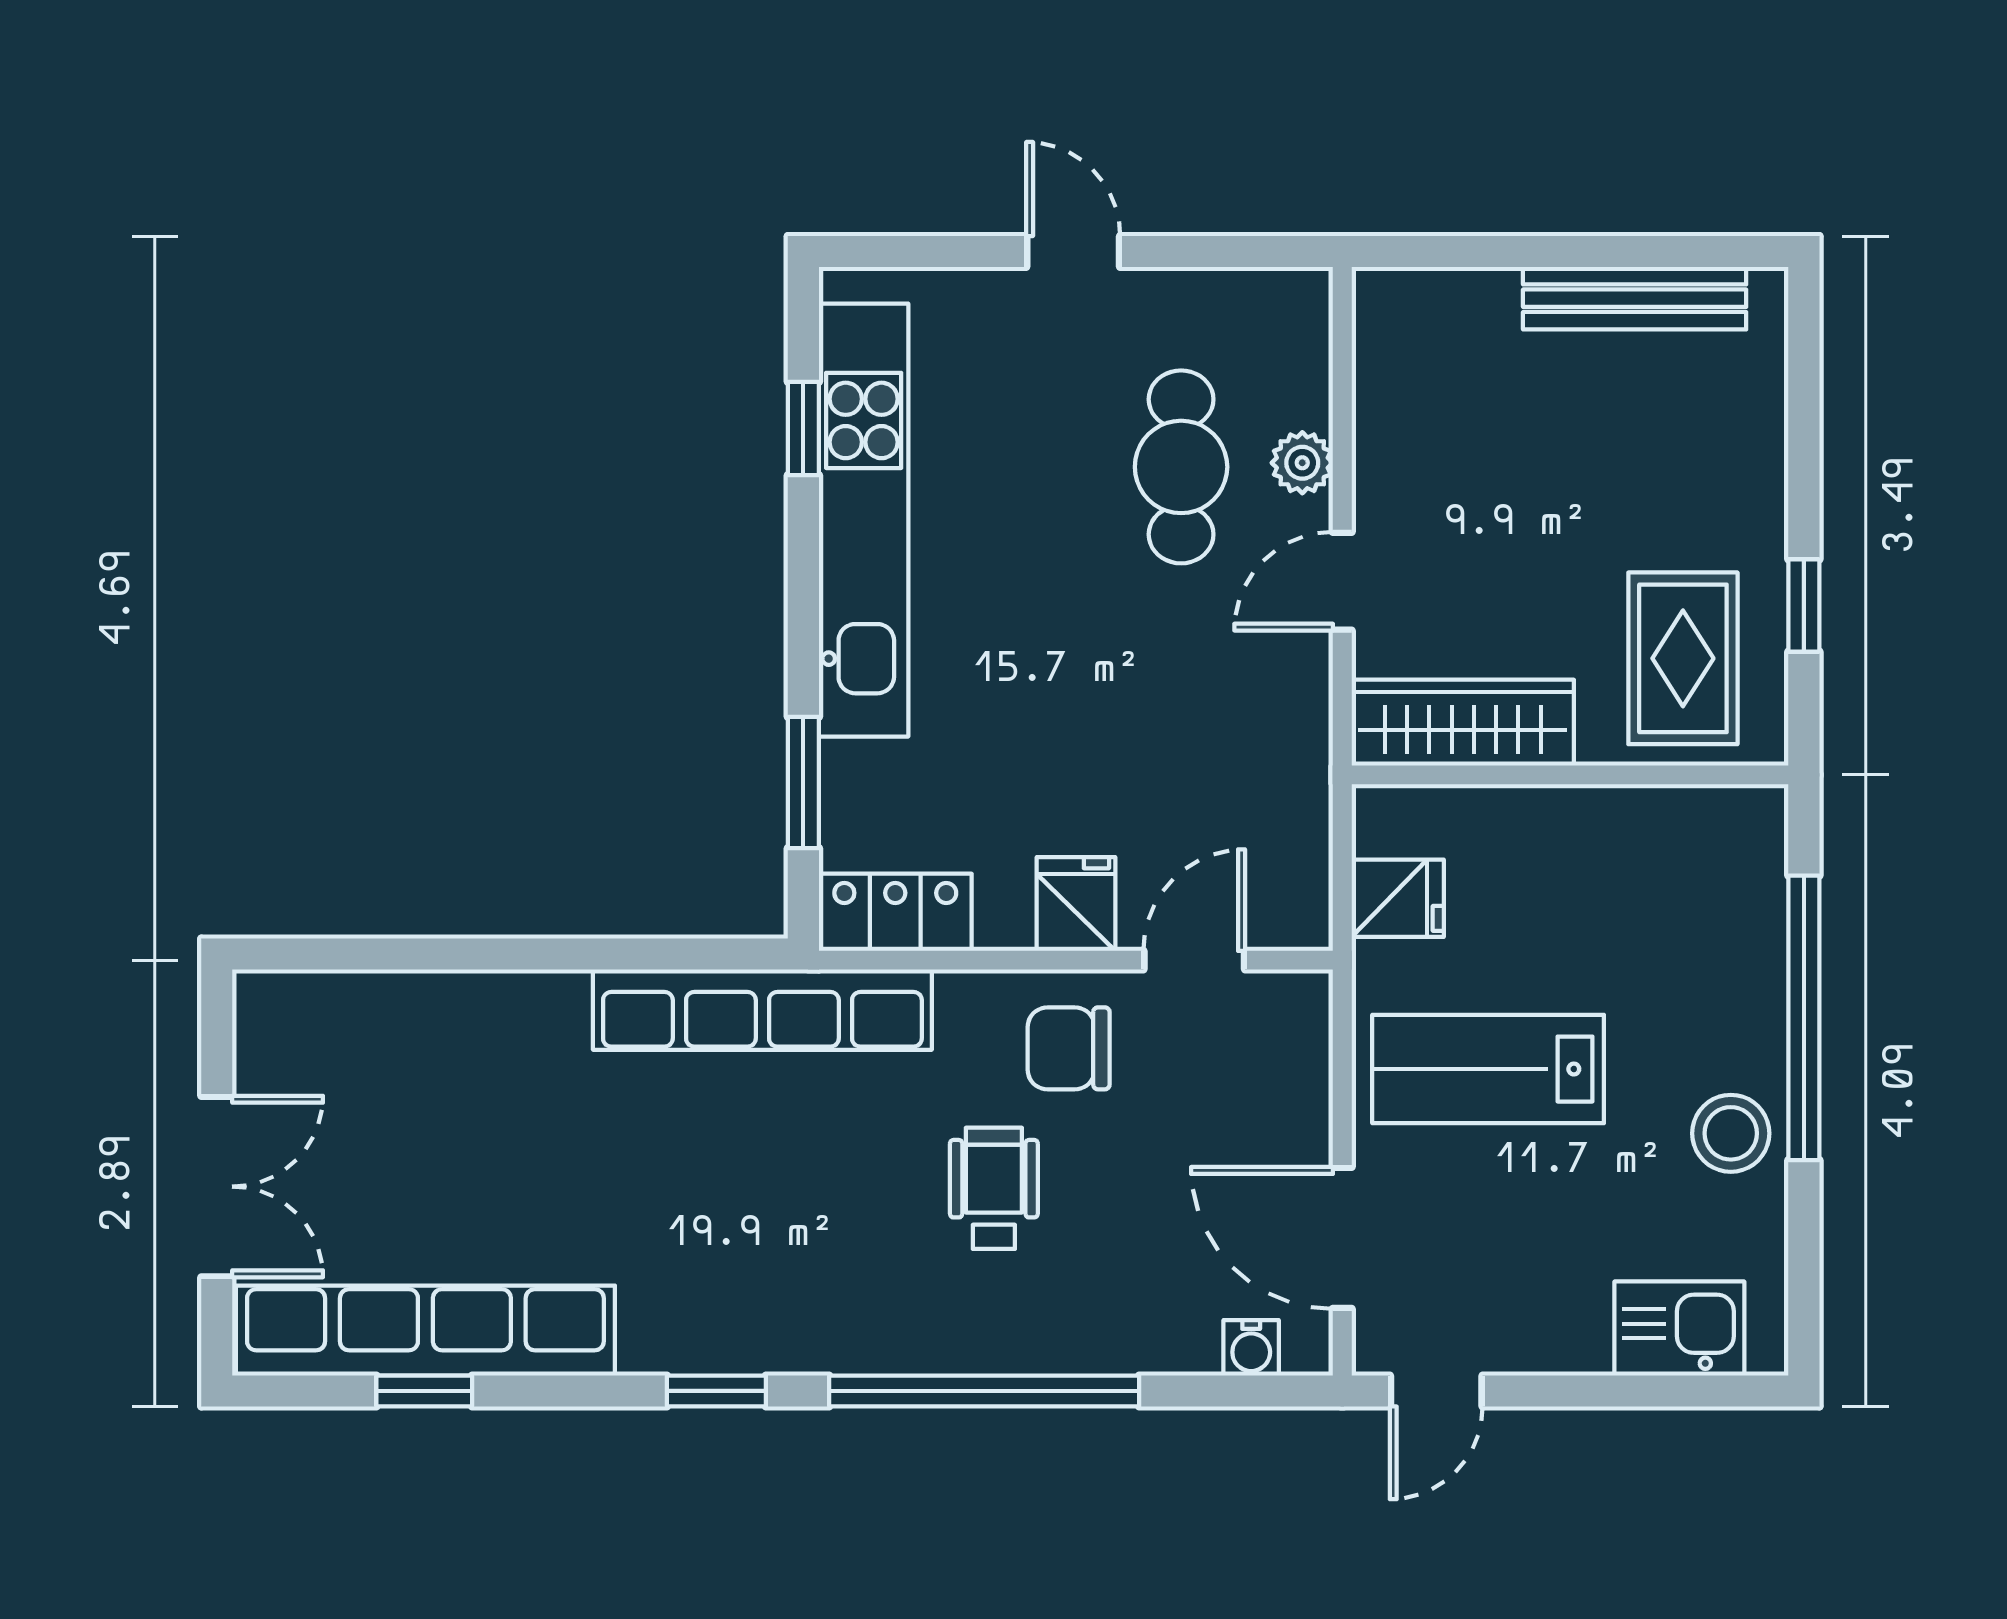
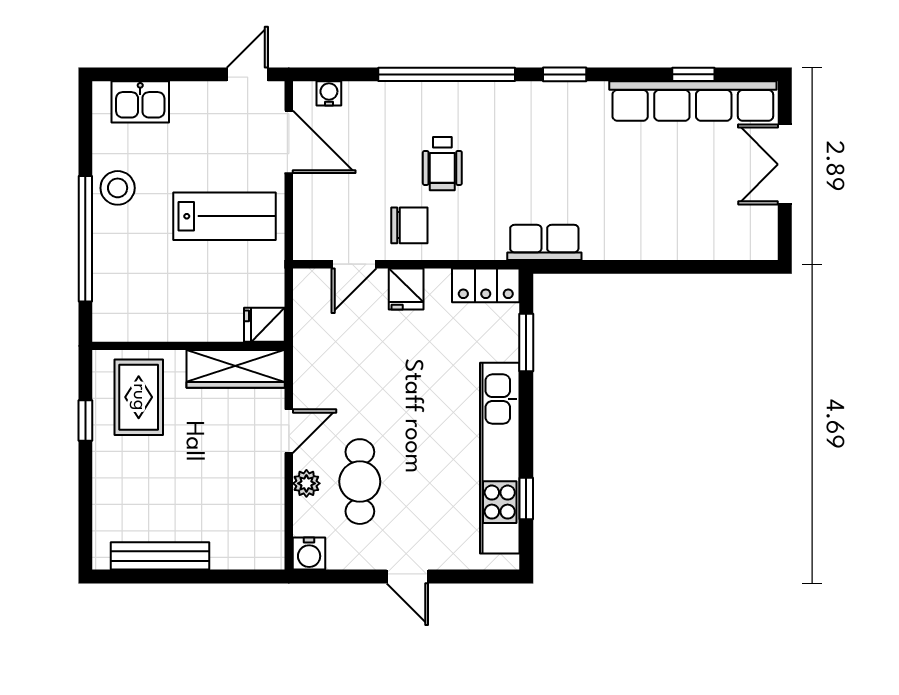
water cooler: (1296, 304) -> (309, 554), added
fridge: (1398, 898) -> (264, 325), moved
row of seats: (762, 1010) -> (544, 242), width x0.50

